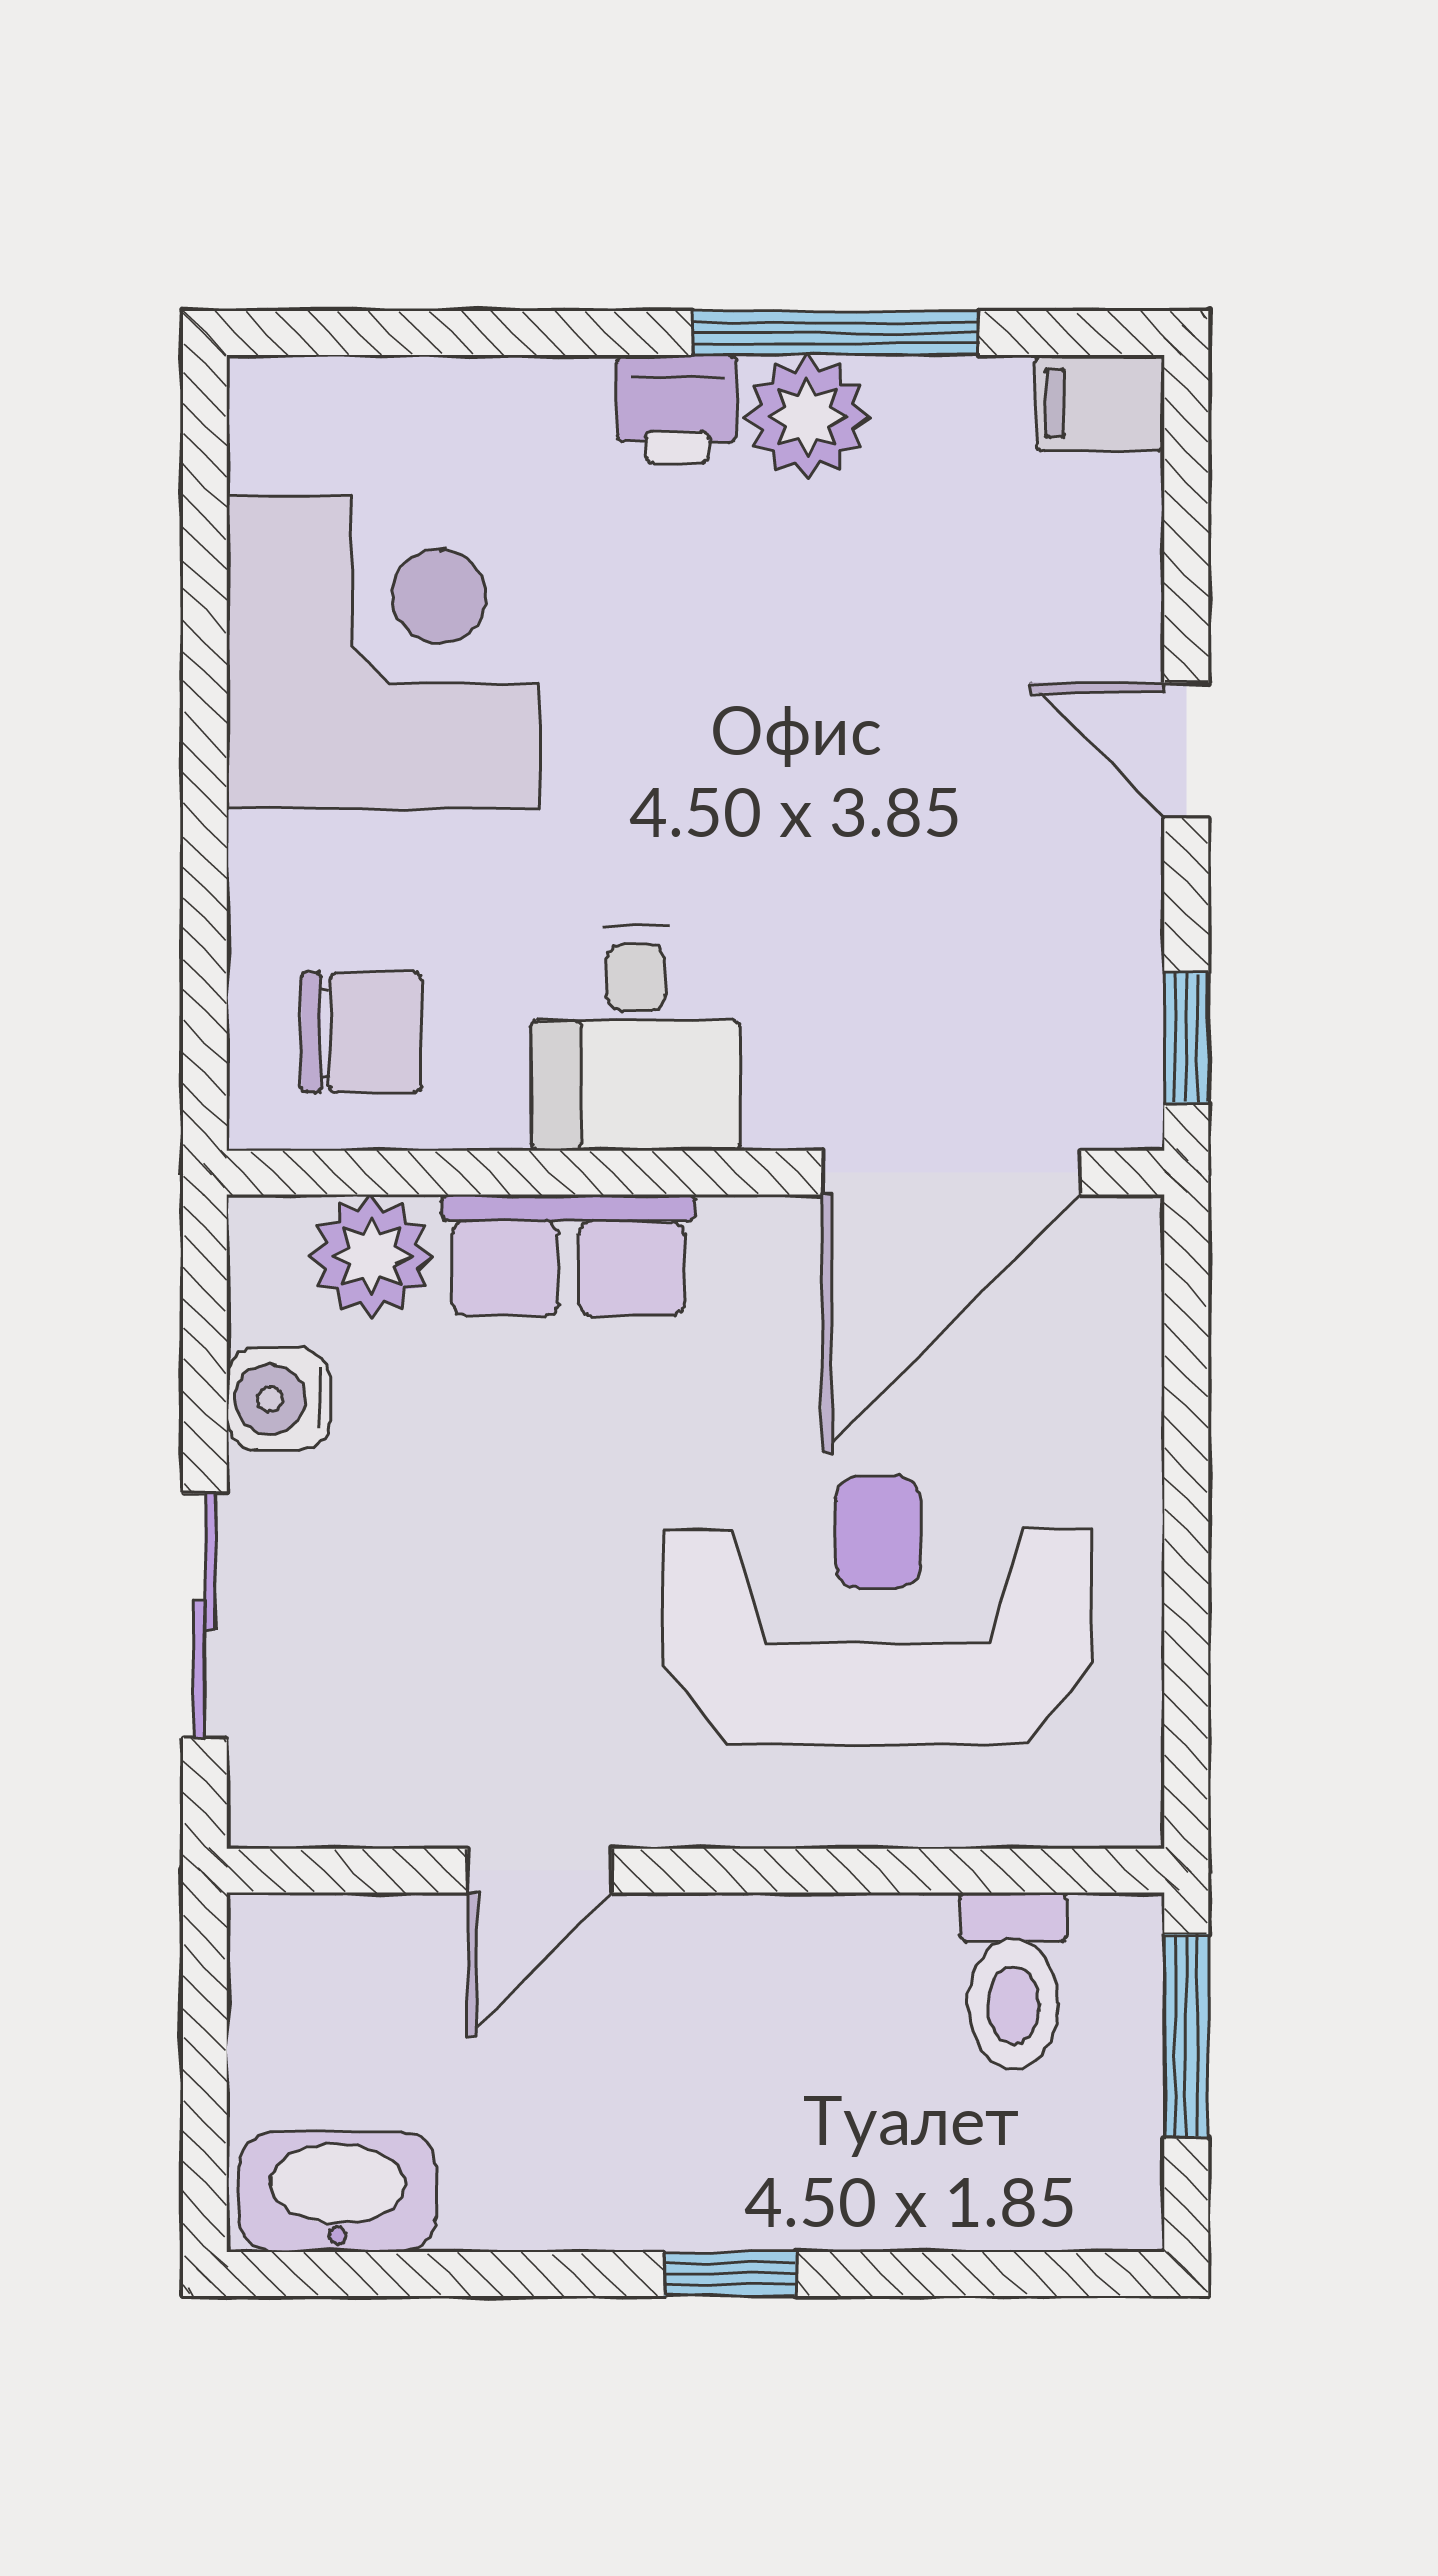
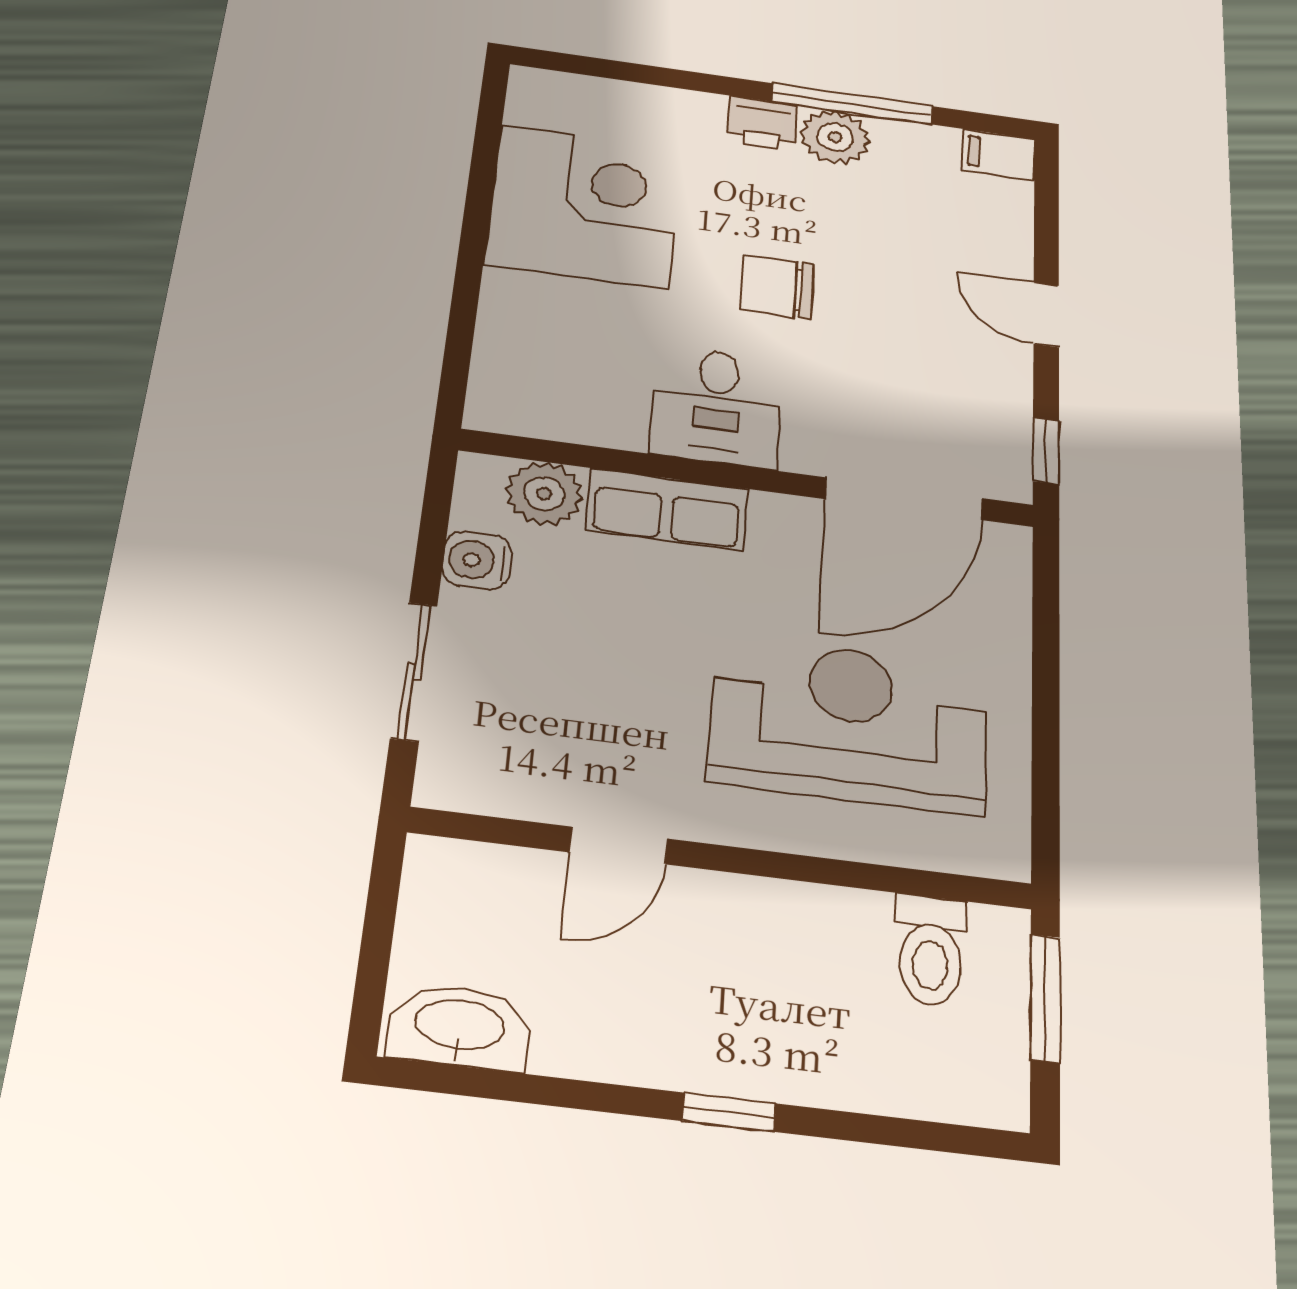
chair: (361, 1033) -> (777, 287), moved, turned 180

